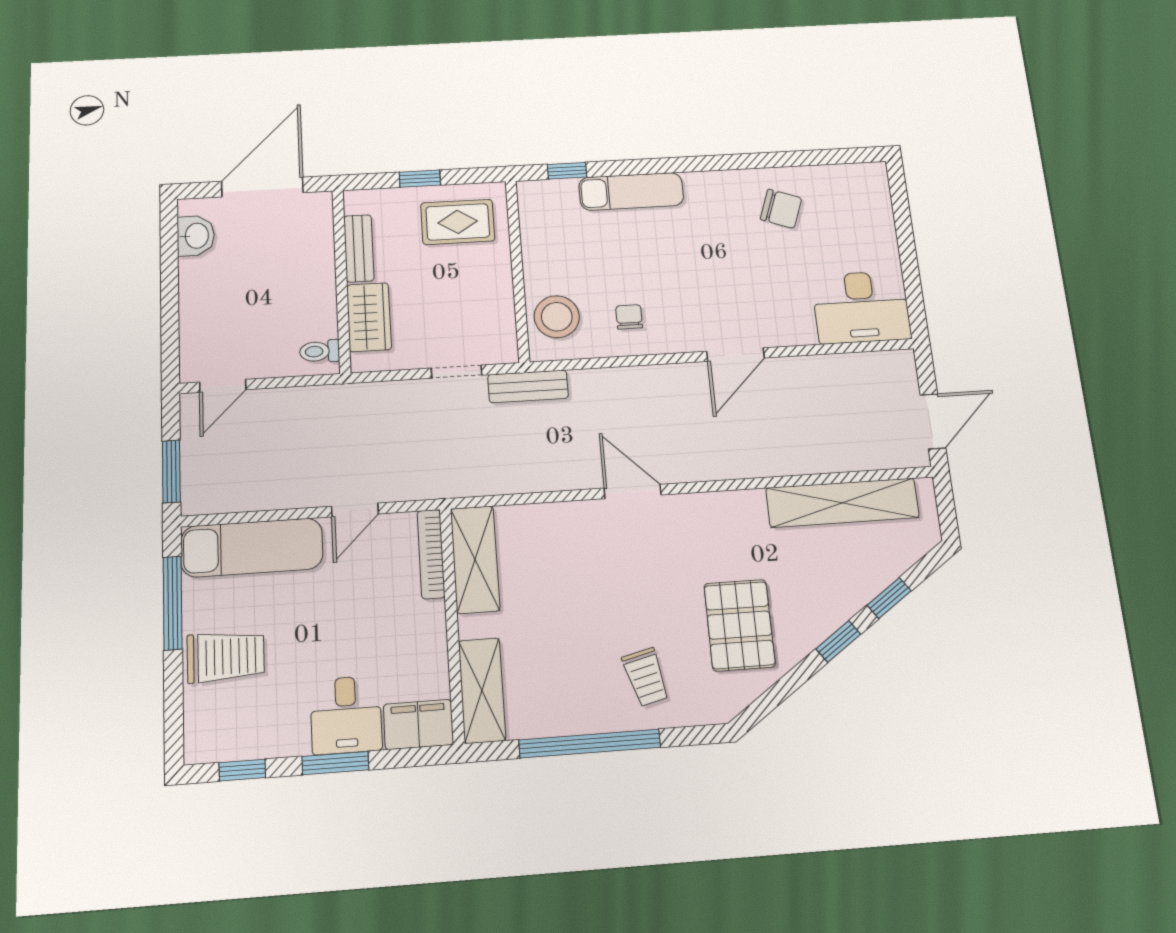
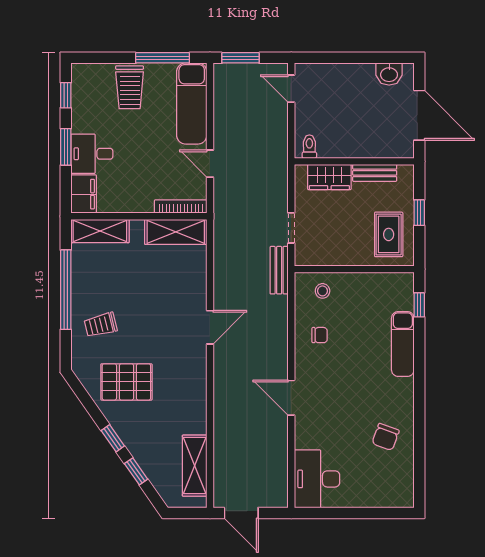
stool: (557, 317) -> (323, 291), width x0.53, depth x0.53
shelving: (842, 503) -> (195, 466), width x0.68

